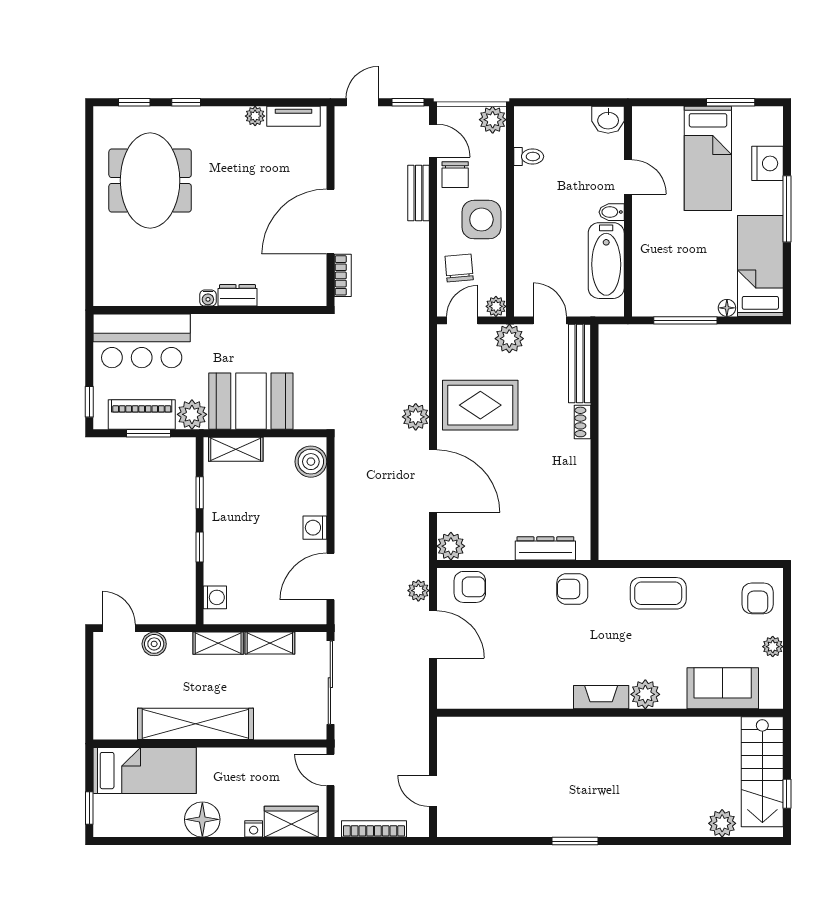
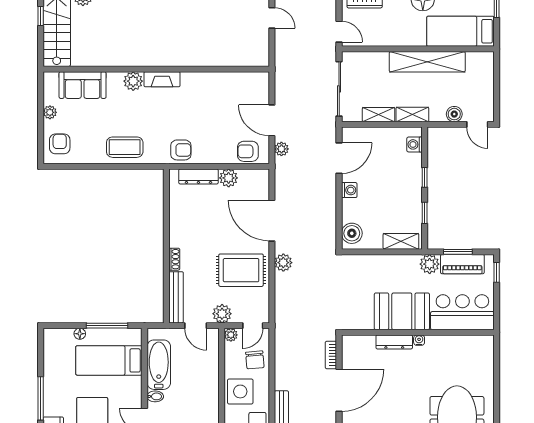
bed: (760, 266) -> (109, 360), moved, turned 90
dresser: (238, 295) -> (394, 342), width x1.44
booth: (251, 401) -> (402, 311), moved
plant: (451, 546) -> (229, 178), moved

